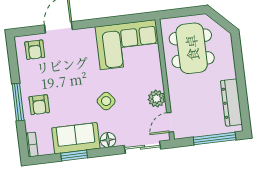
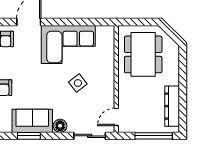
corner sofa: (128, 45) -> (68, 45), moved
plant: (157, 99) -> (107, 95), removed
side table: (106, 101) -> (78, 83), moved

